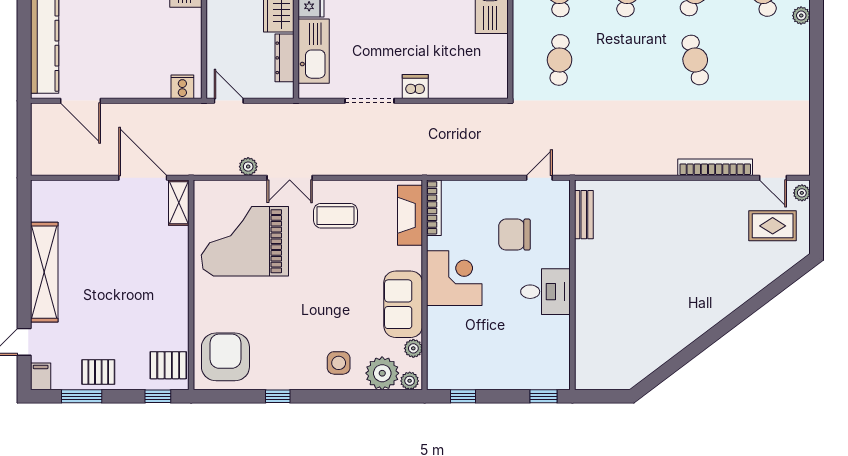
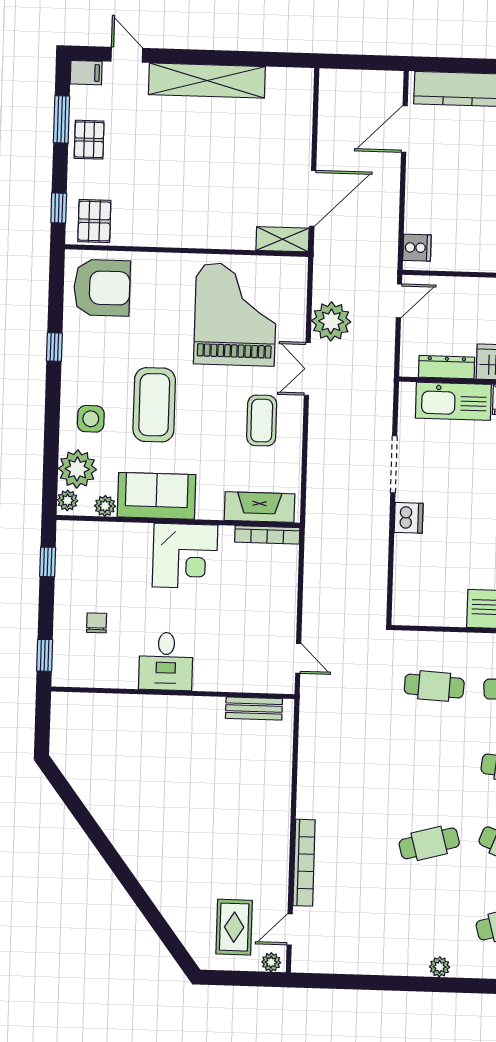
plant: (801, 16) -> (440, 967), moved
plant: (248, 167) -> (331, 321), width x1.88, depth x1.88
chair: (514, 235) -> (97, 623), moved, width x0.54, depth x0.54
coffee table: (325, 309) -> (154, 405), added

